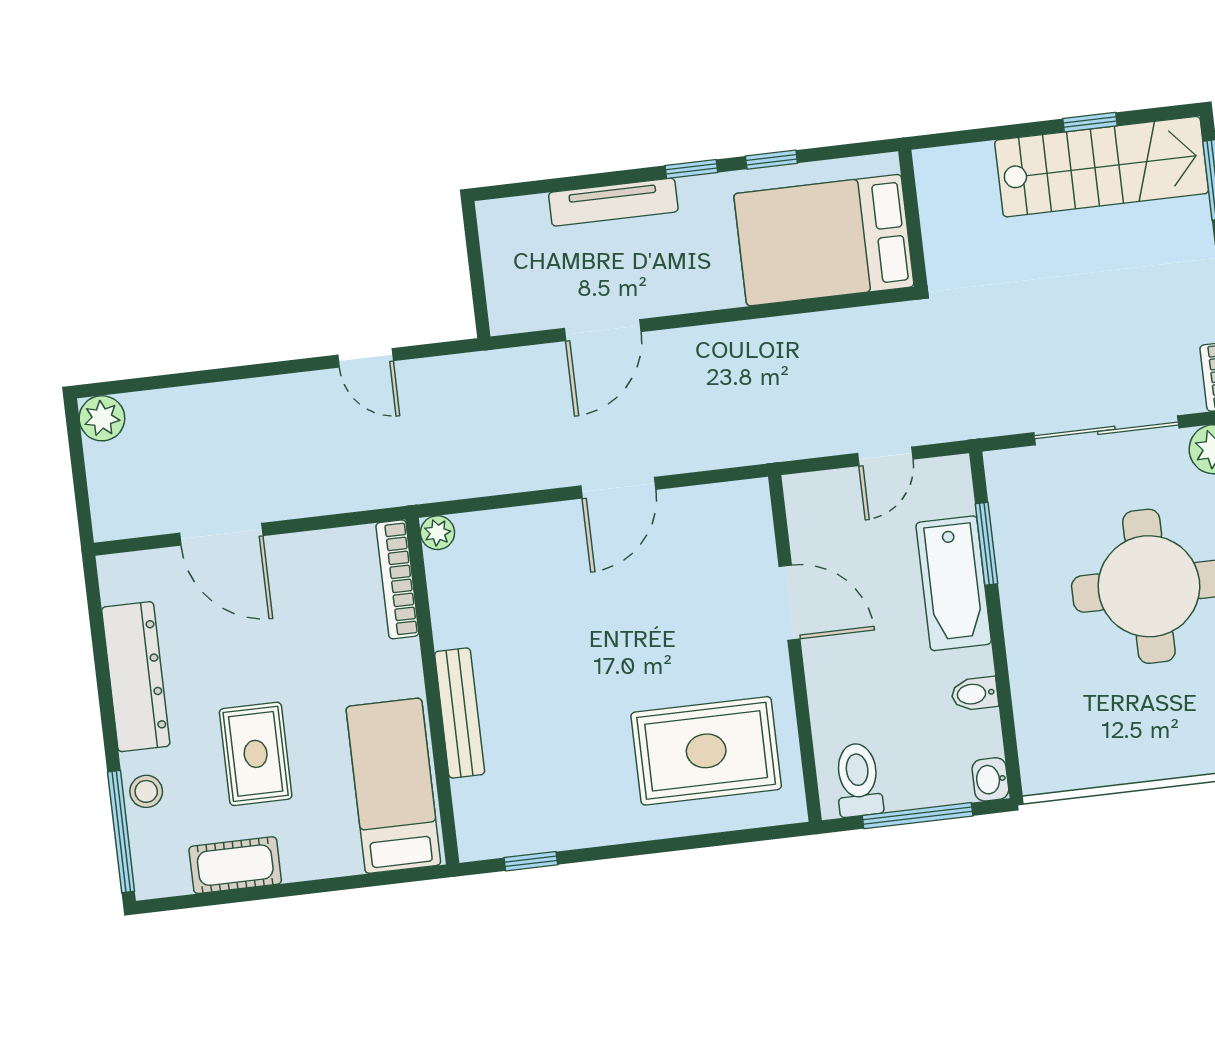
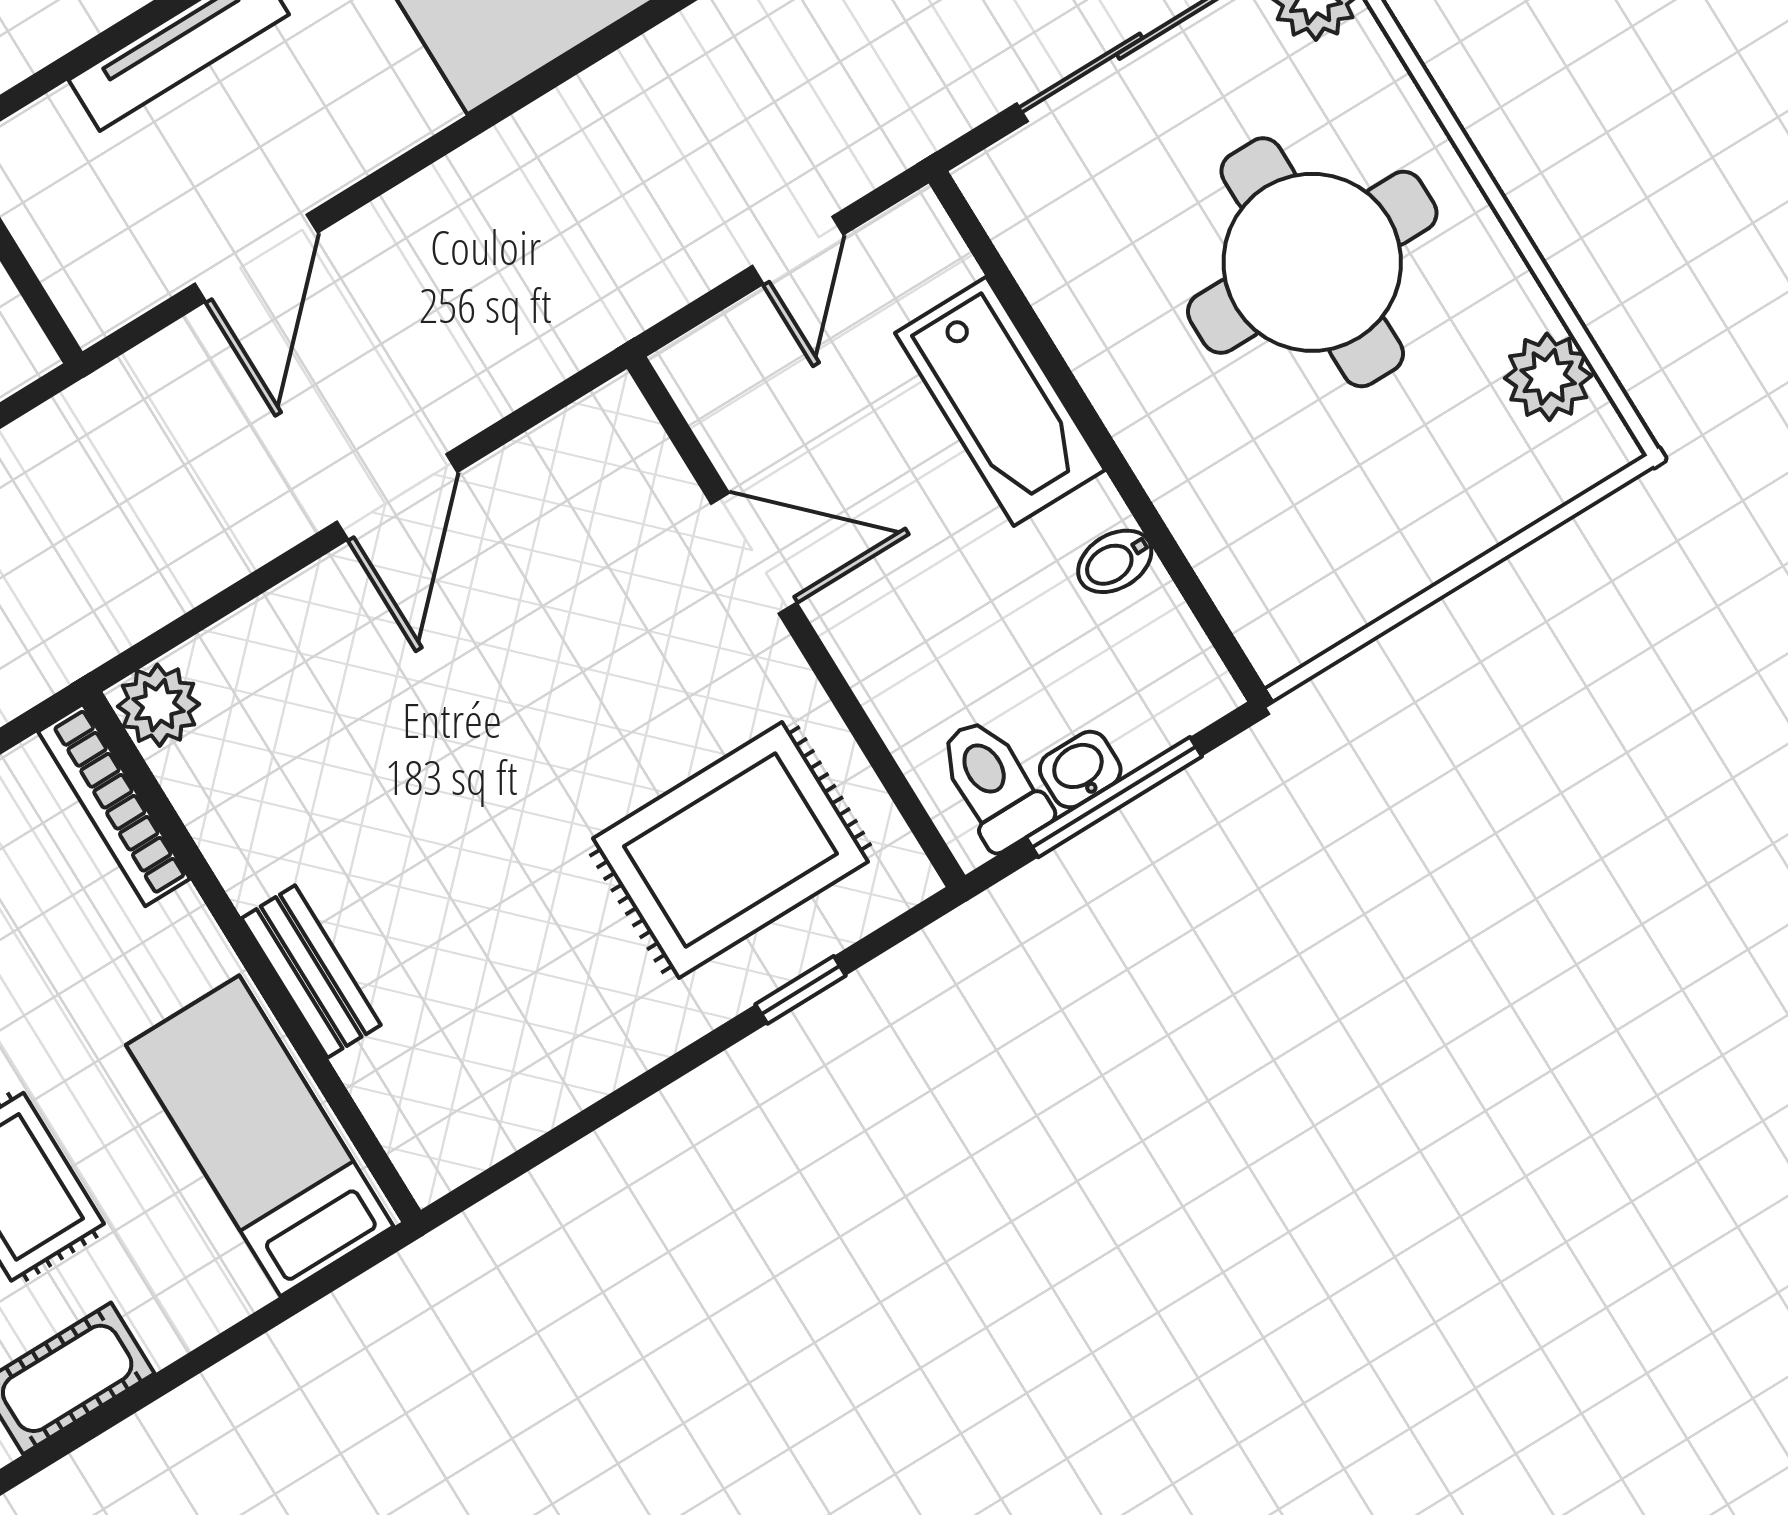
plant: (437, 533) -> (158, 705), width x1.38, depth x1.38
window: (986, 544) -> (1023, 315), removed
bench: (460, 713) -> (311, 972), width x0.73
washbasin: (990, 779) -> (1080, 770), moved, turned 90
window: (531, 861) -> (801, 990), moved

